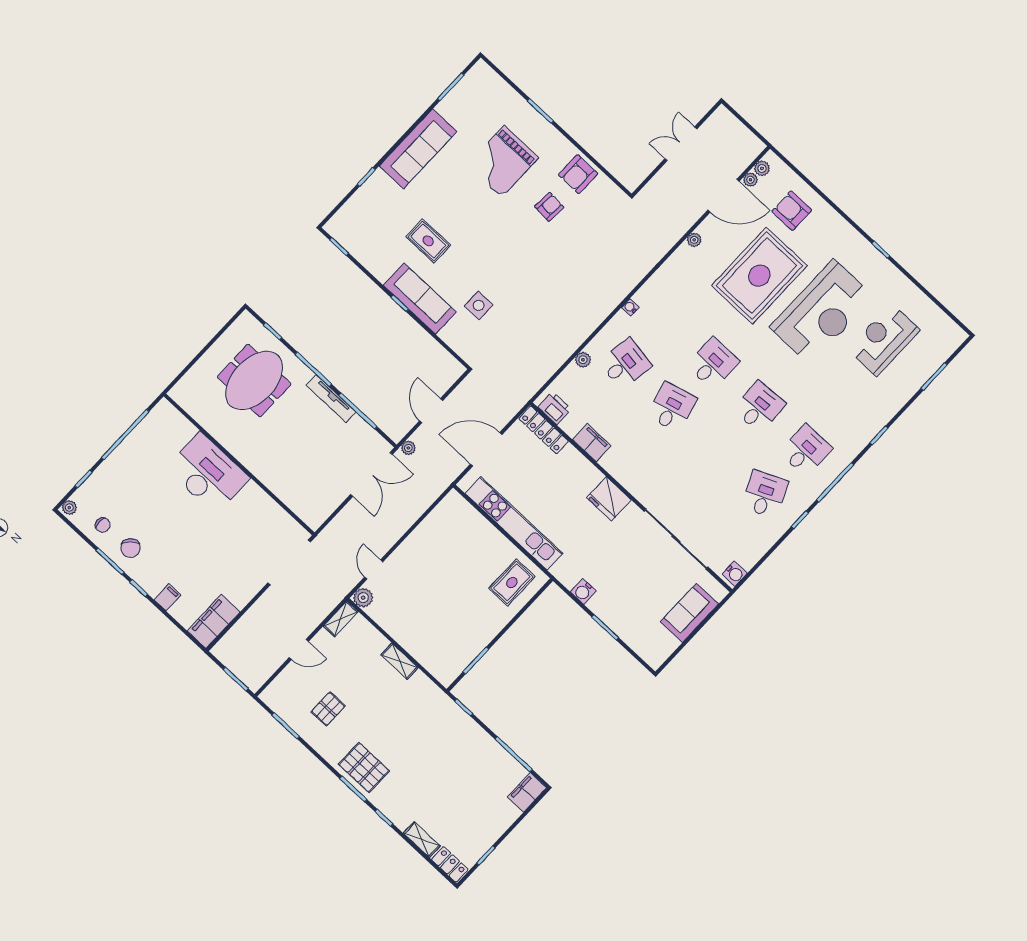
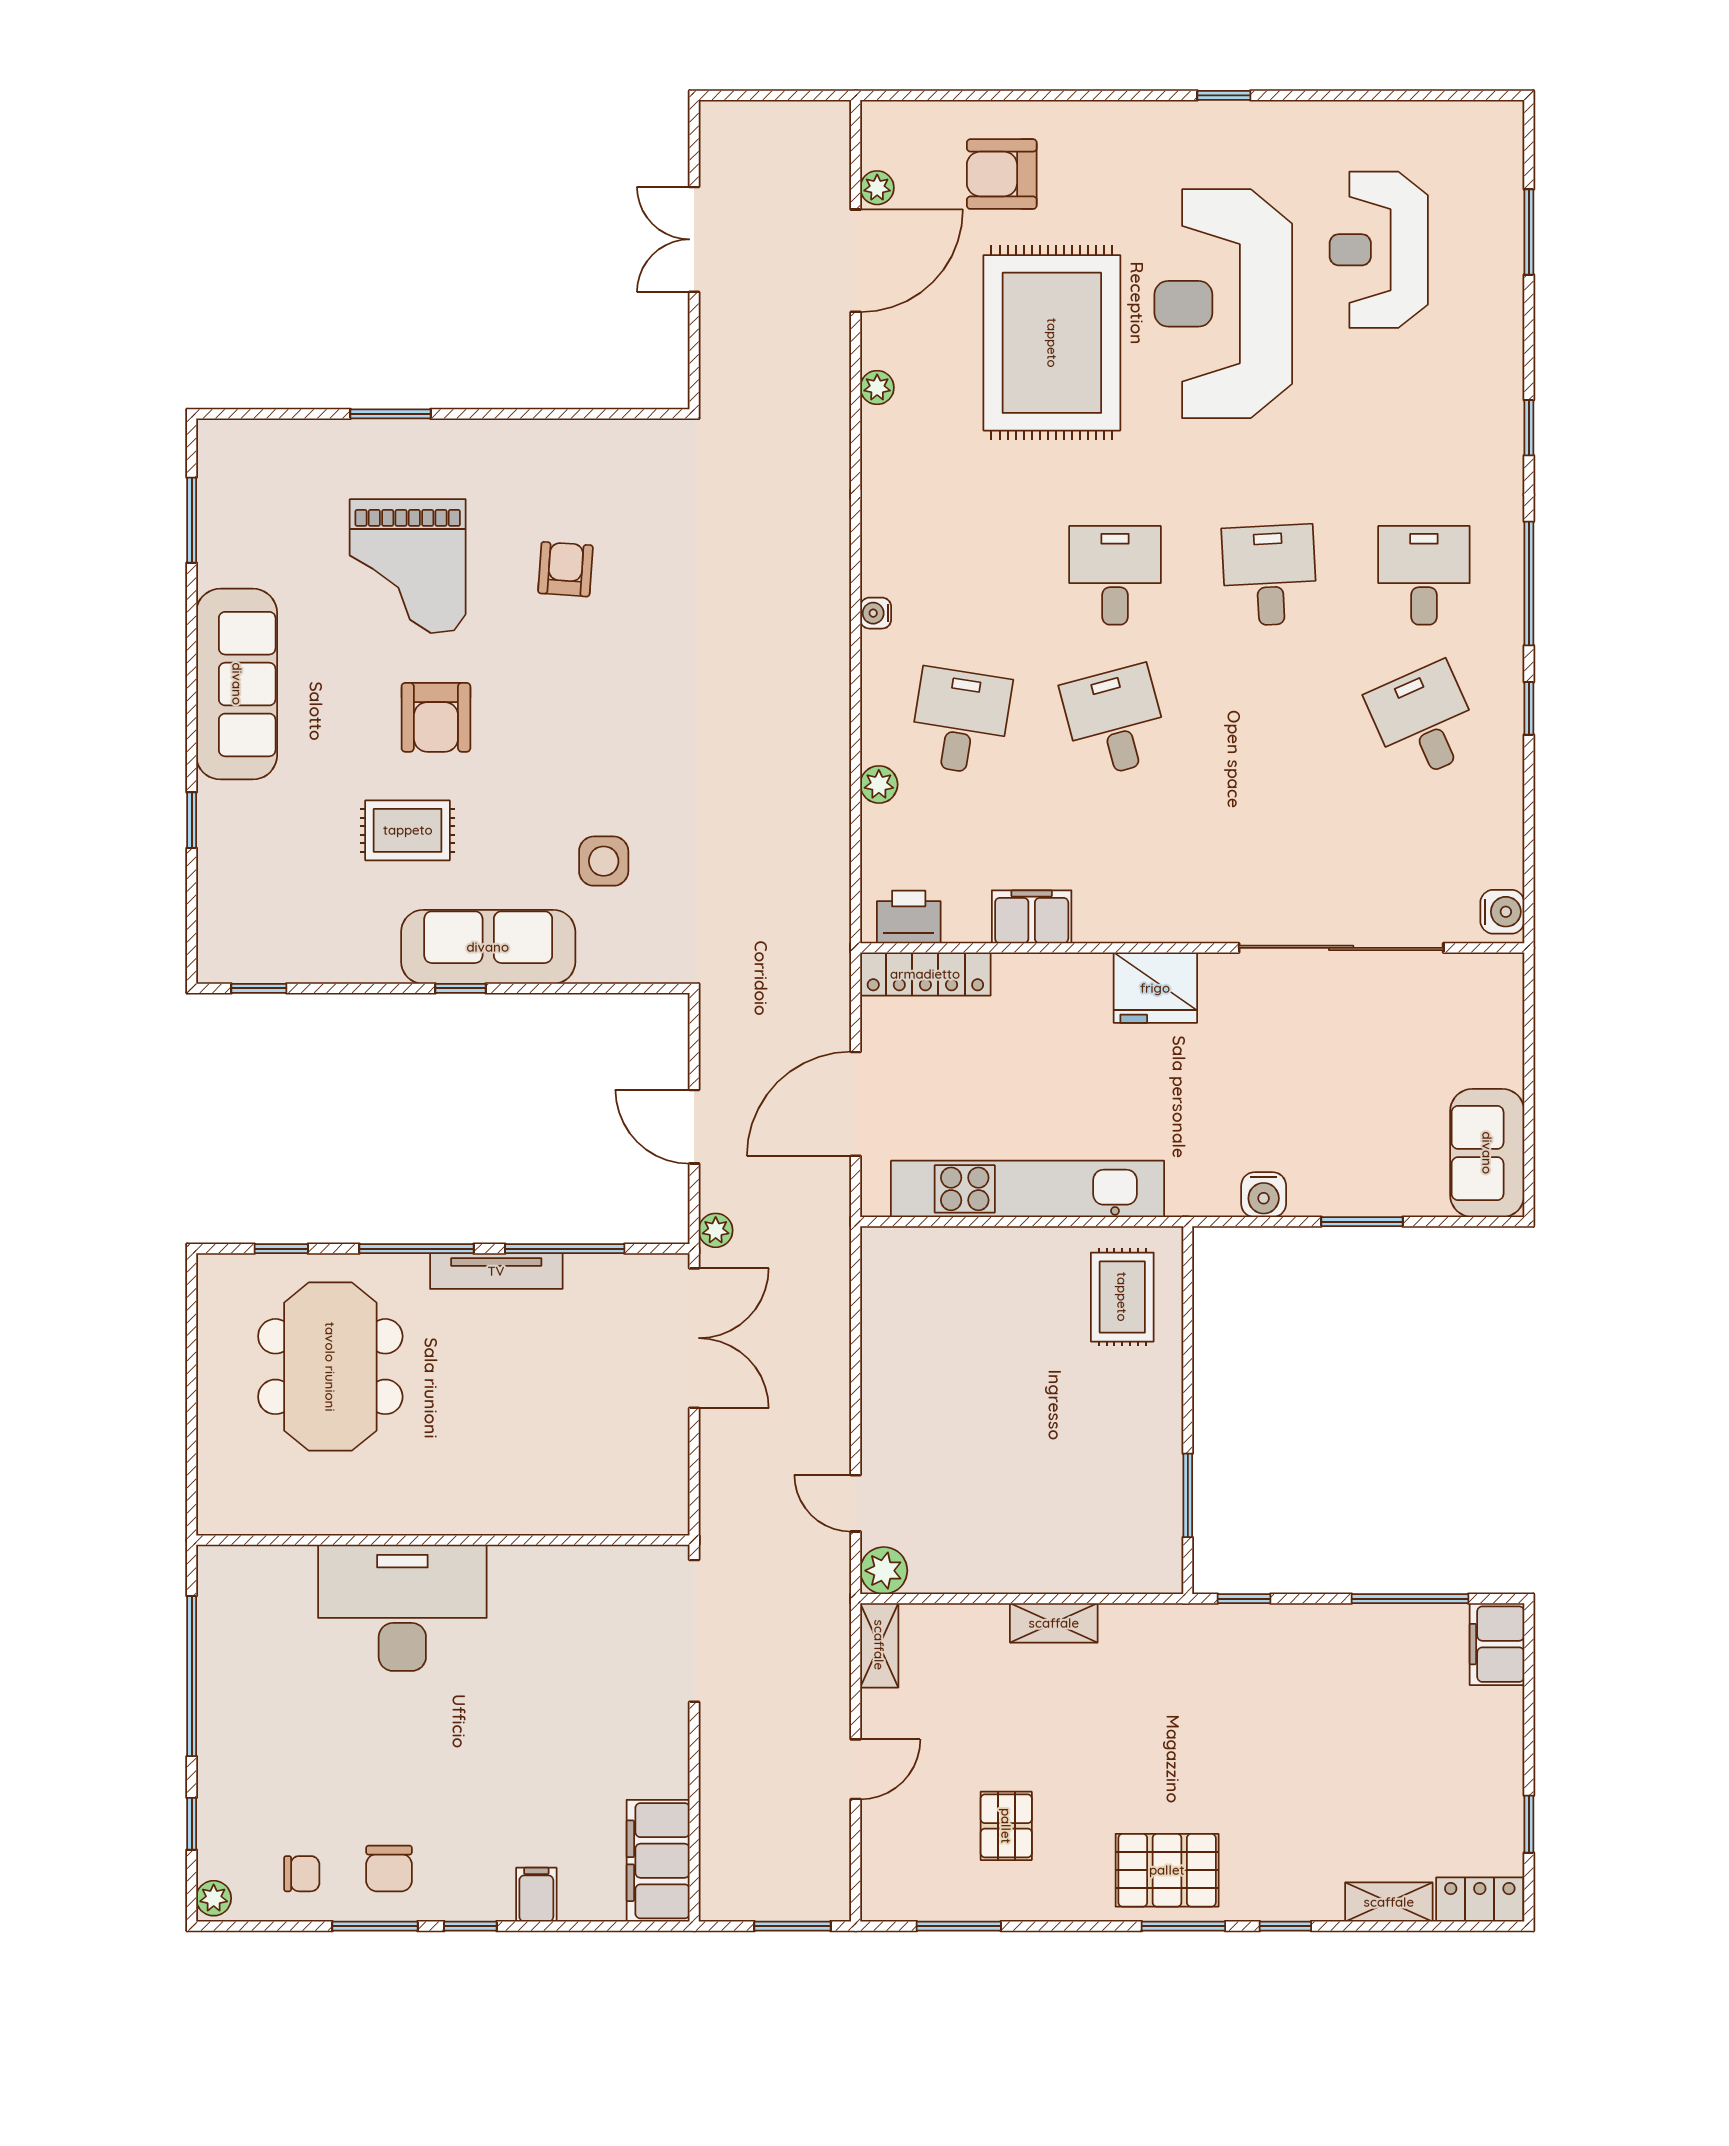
plant: (762, 168) -> (879, 149), removed
armchair: (578, 174) -> (436, 717), moved
reception desk: (822, 312) -> (1223, 304), turned 180
chair: (130, 548) -> (389, 1868), turned 45
sofa: (689, 613) -> (1487, 1153), moved

